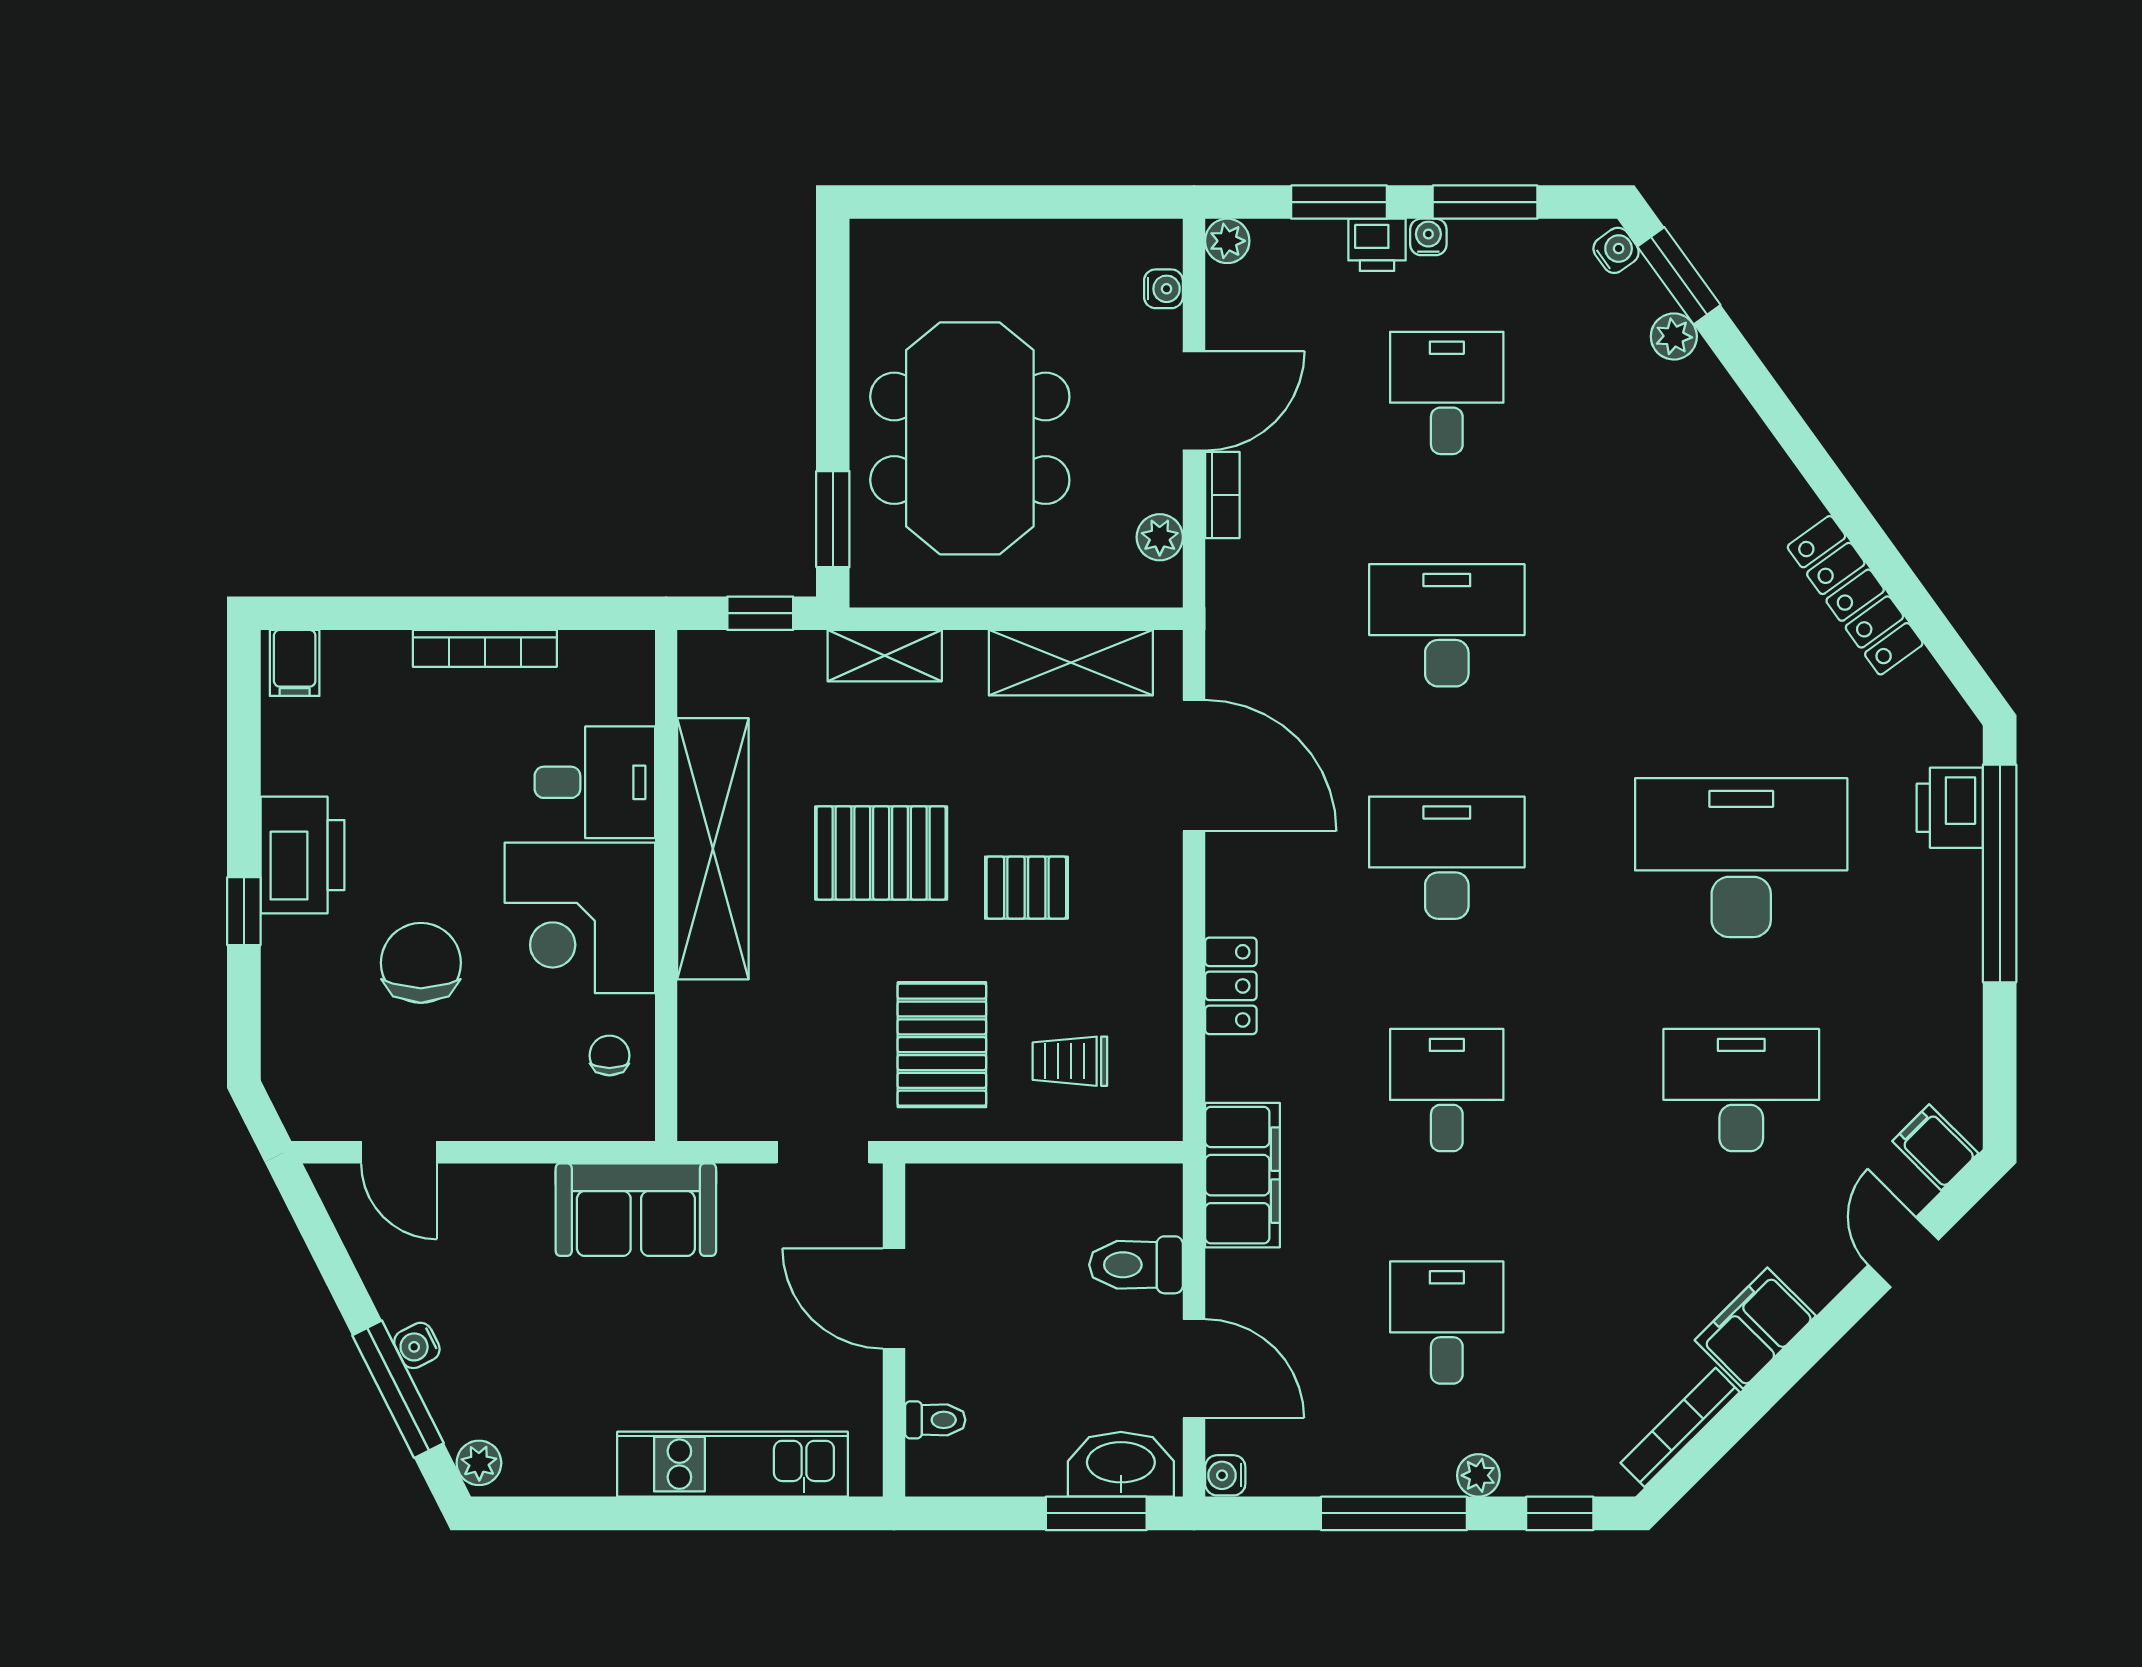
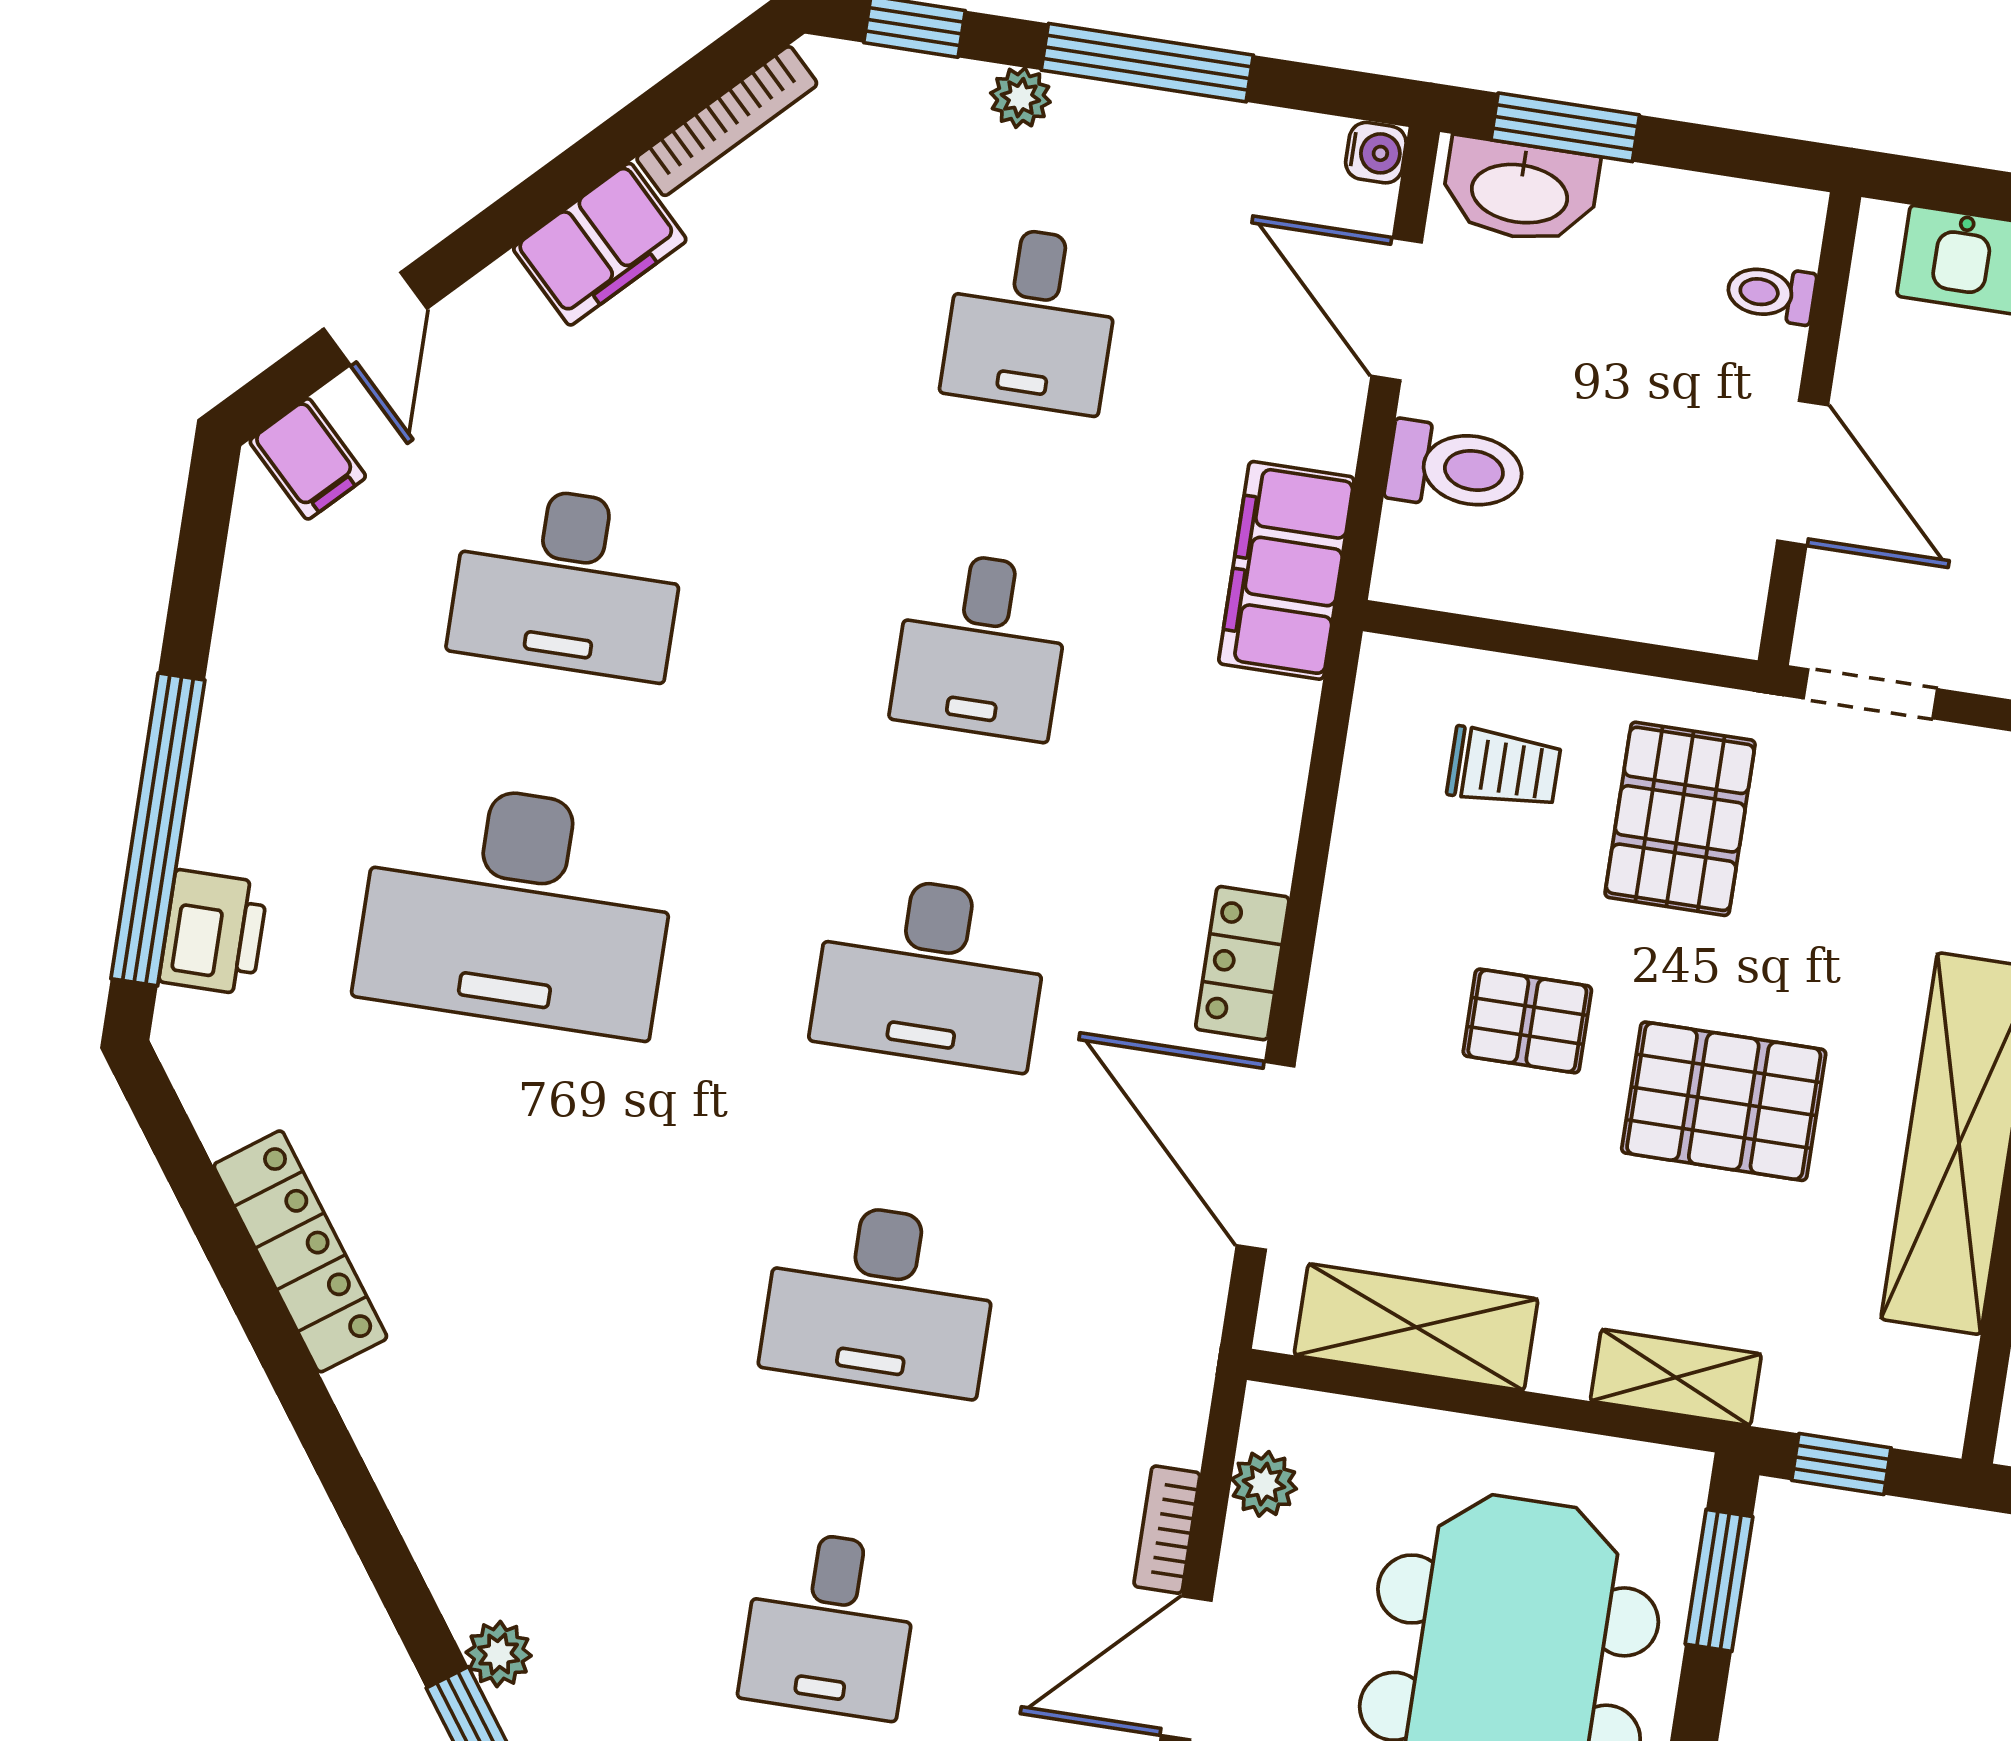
locker: (1231, 986) -> (1242, 963), moved

